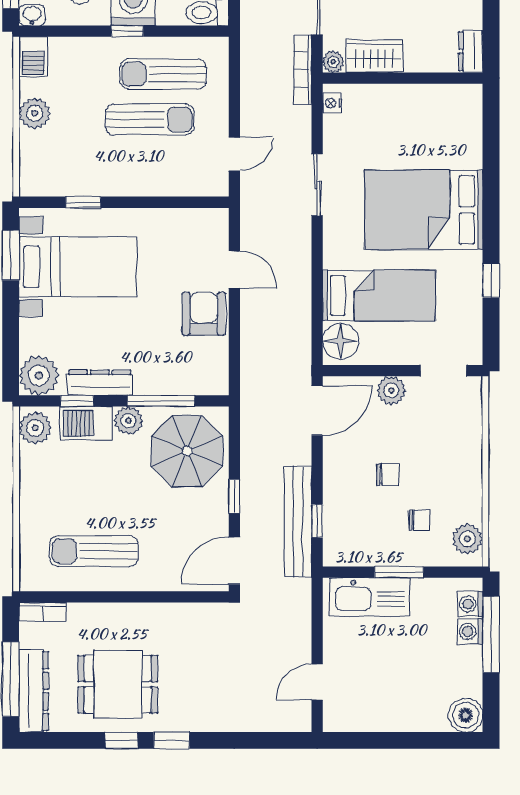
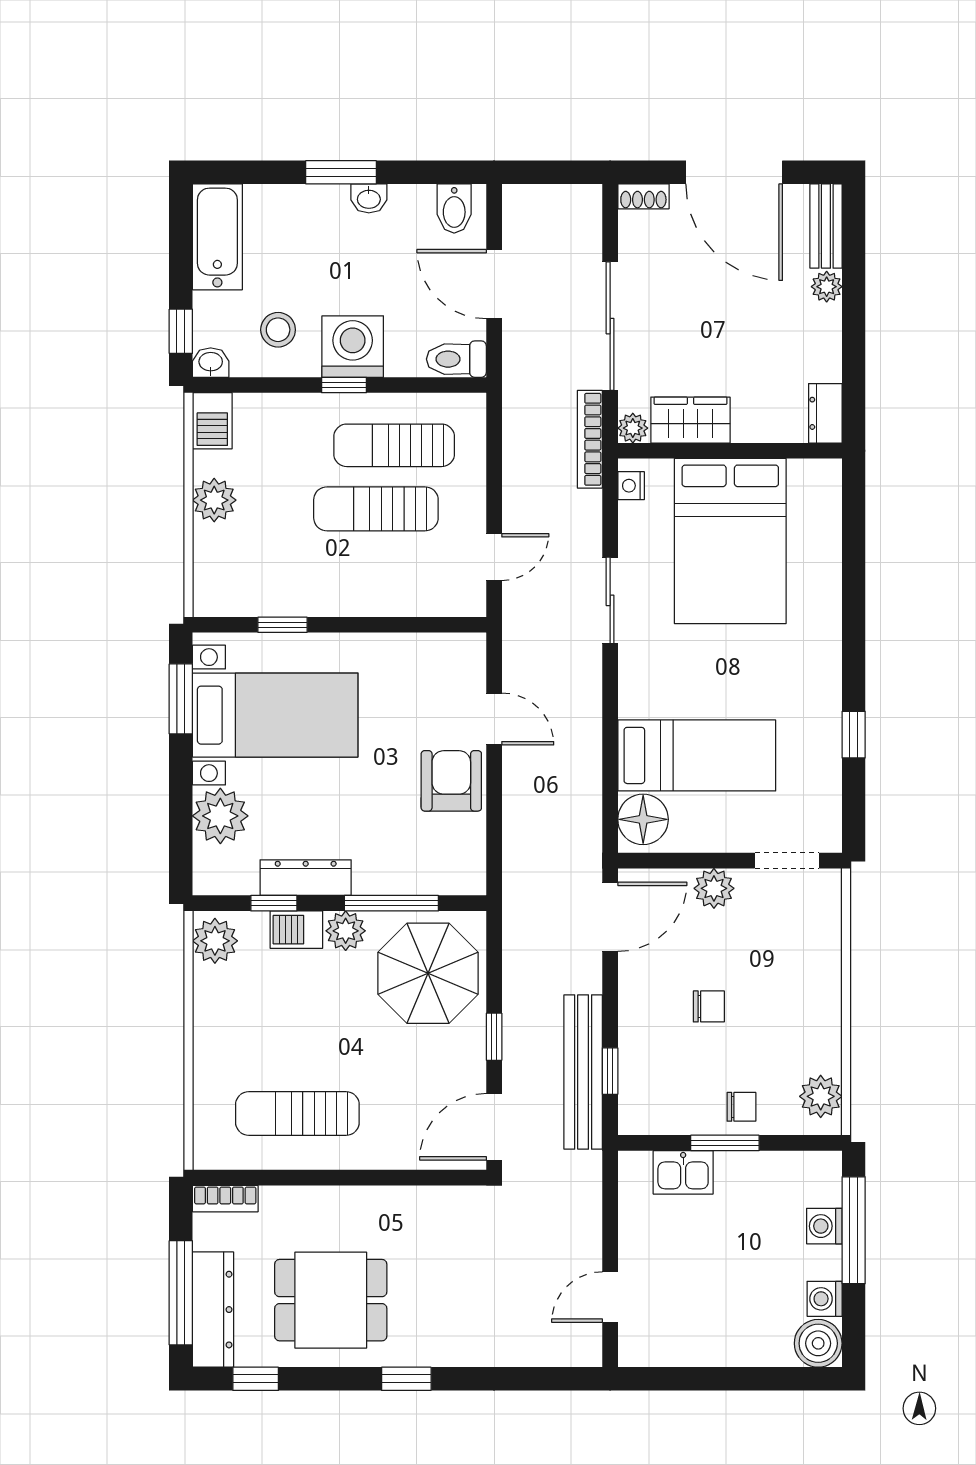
sun lounger: (150, 119) -> (376, 509), turned 180
bed: (424, 210) -> (730, 541), moved, turned -90
plant: (39, 376) -> (220, 816), moved
barbecue: (86, 423) -> (296, 930), width x0.73, depth x0.79
chair: (419, 520) -> (741, 1107), moved
kitchen sink: (369, 597) -> (683, 1172), width x0.53, depth x0.81
washing machine: (470, 604) -> (825, 1299), moved
window: (121, 740) -> (256, 1379), moved

